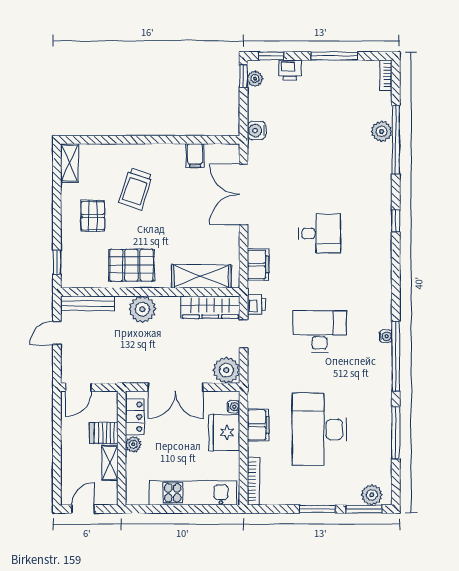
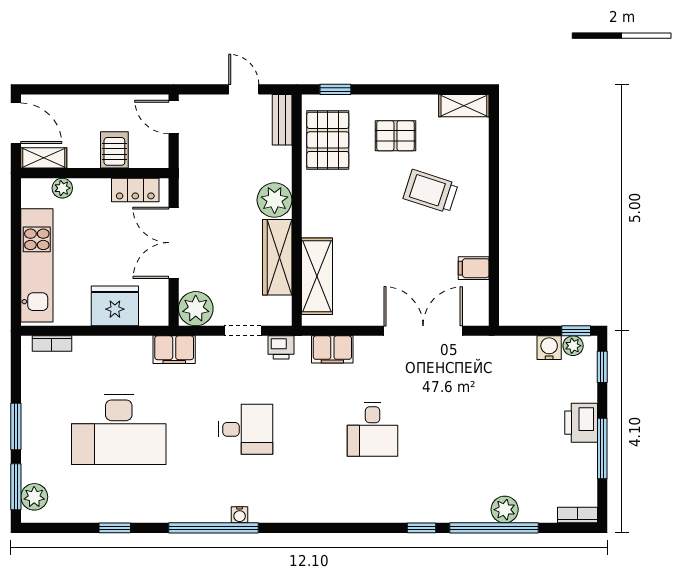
printer: (290, 70) -> (581, 423), moved, width x1.36, depth x1.24
water cooler: (257, 131) -> (549, 348), moved
window: (396, 221) -> (422, 528), moved
pallet: (131, 265) -> (328, 140), moved
bench: (88, 303) -> (282, 120), width x0.73
wardrobe: (210, 307) -> (277, 257), moved
desk: (320, 332) -> (246, 429), width x0.73
water cooler: (233, 407) -> (148, 318), removed
filing cabinet: (258, 425) -> (174, 350), moved
desk: (320, 430) -> (119, 429), turned 180
window: (396, 433) -> (115, 528), width x0.46
plant: (133, 444) -> (62, 188), moved
shelving: (110, 463) -> (44, 158), moved
bookcase: (253, 481) -> (52, 344), width x0.64
door: (83, 509) -> (16, 123), width x1.38

